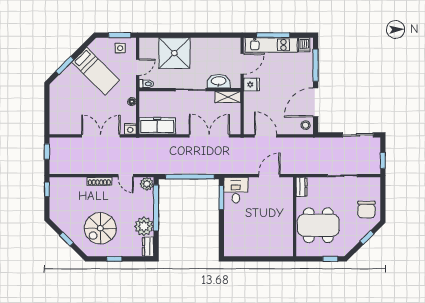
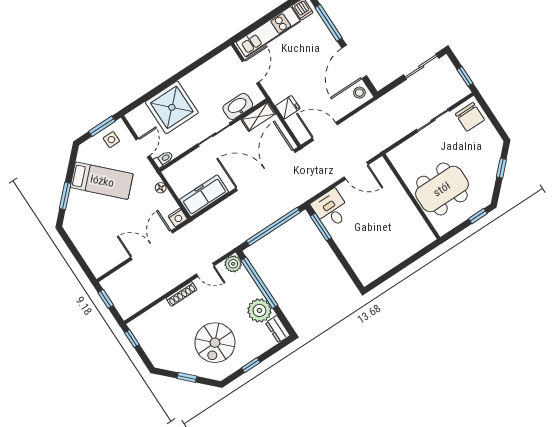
window: (273, 35) -> (263, 20), removed
fridge: (252, 85) -> (288, 107), moved
double door: (209, 136) -> (266, 170), width x1.36
door: (269, 176) -> (356, 171), swing flipped
dresser: (302, 187) -> (398, 160), removed
chair: (367, 210) -> (470, 117), moved

